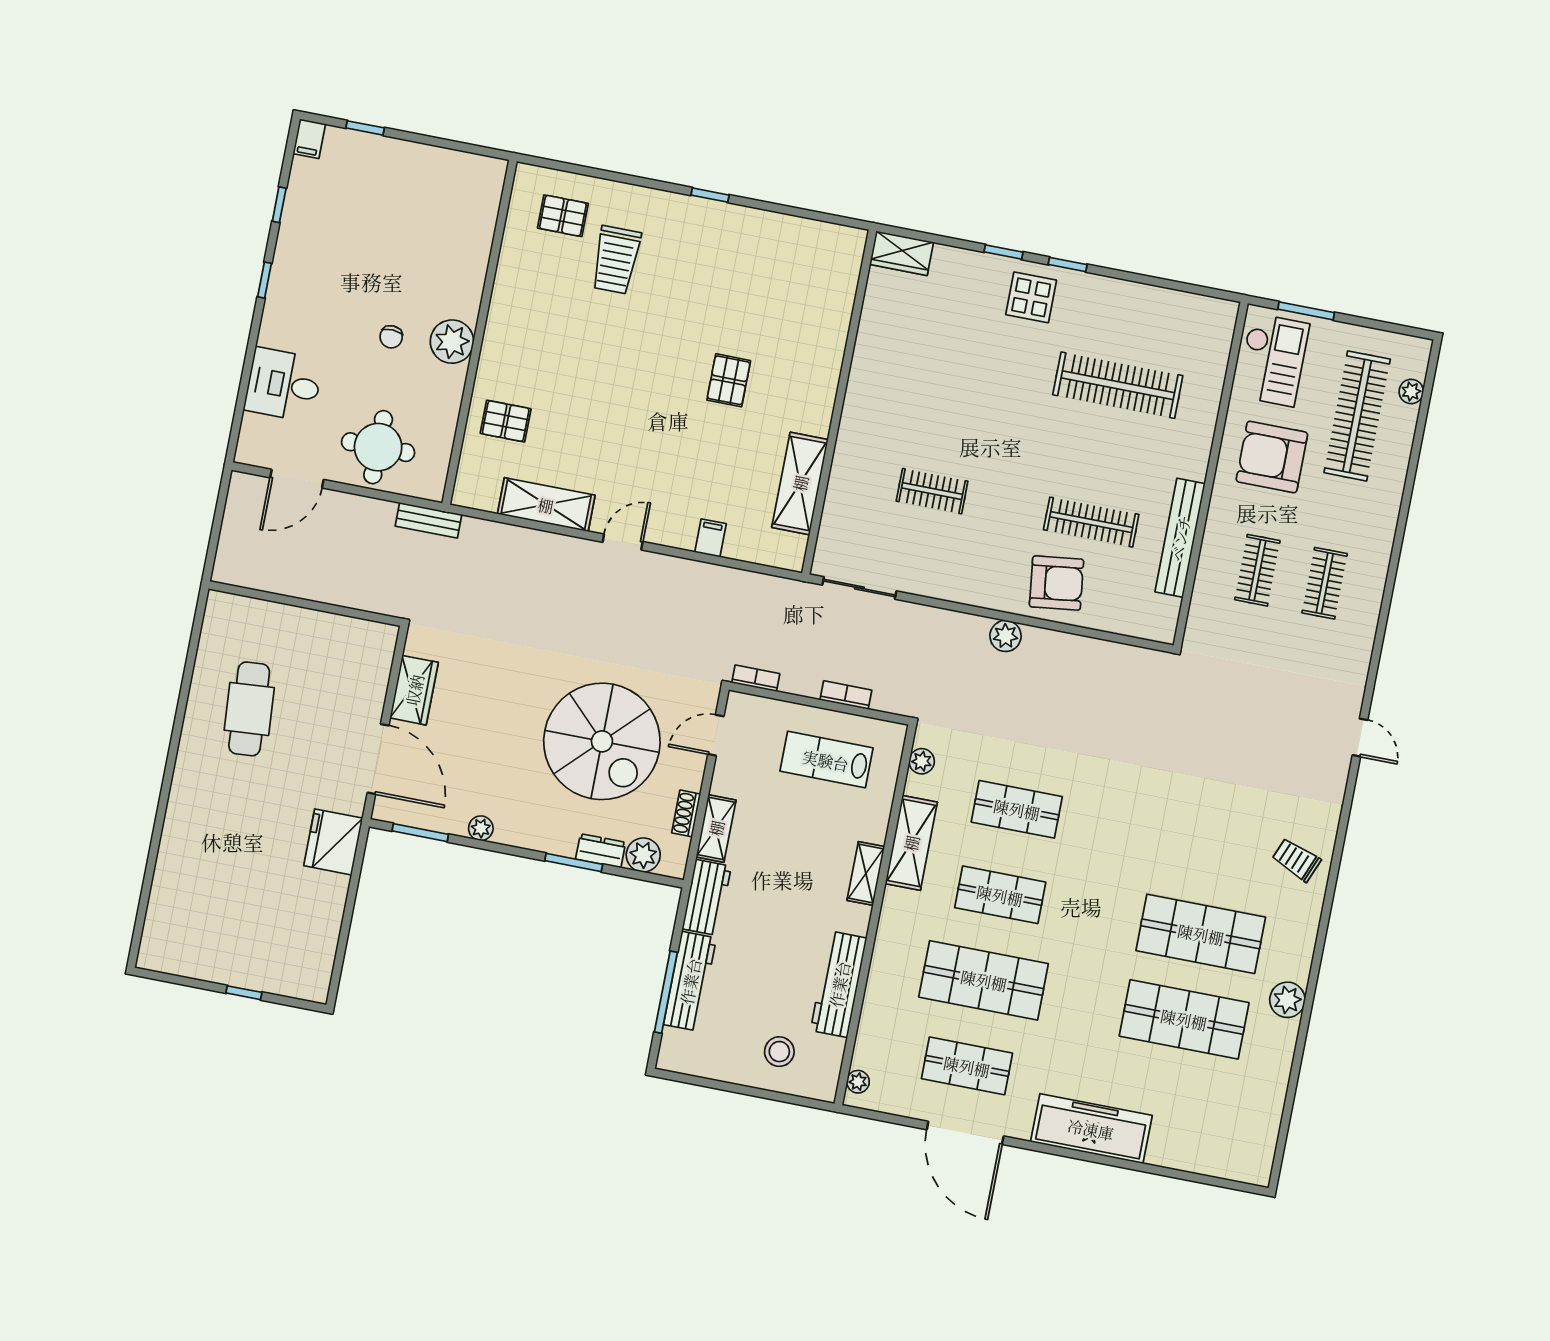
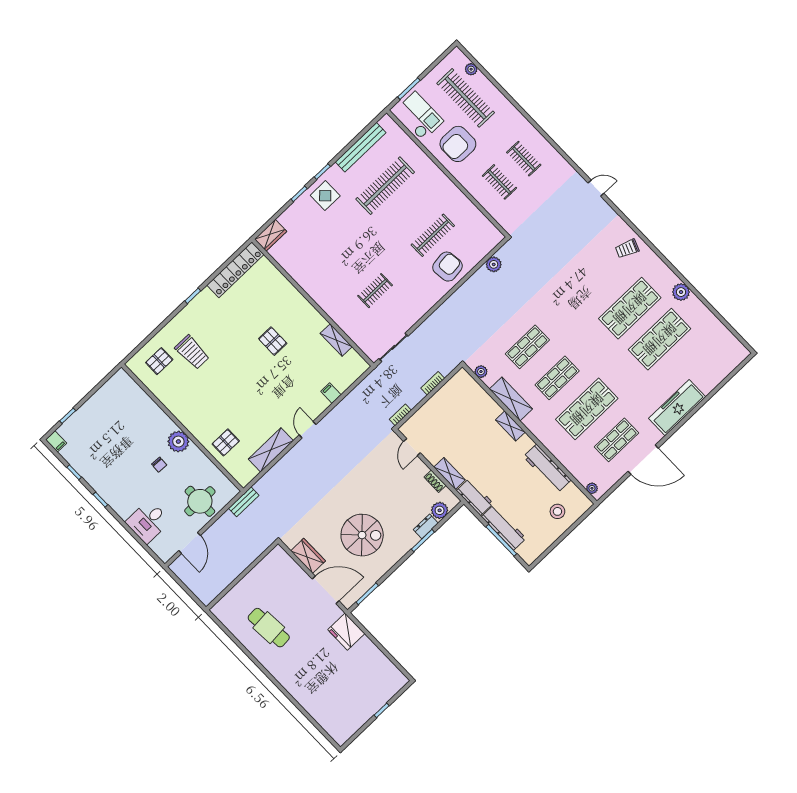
locker: (803, 235) -> (235, 270), added
shelving: (800, 483) -> (336, 340), width x0.67, depth x0.75
bench: (1180, 538) -> (361, 147), moved, turned 90
plant: (1006, 636) -> (494, 264), moved
spiral stairs: (602, 741) -> (362, 535), moved, width x0.73, depth x0.73
lab bench: (826, 760) -> (453, 409), removed
plant: (481, 828) -> (383, 568), removed

